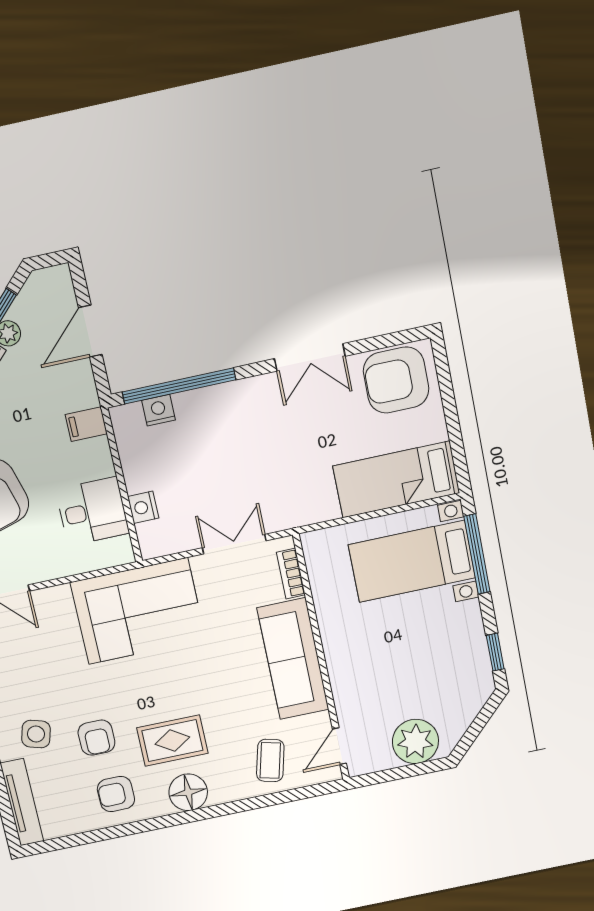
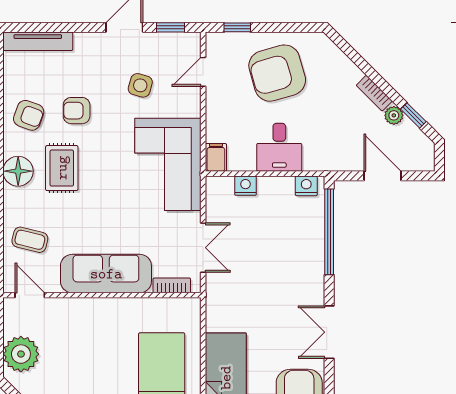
nightstand: (159, 410) -> (306, 186), moved, turned -90
filing cabinet: (86, 424) -> (216, 157), moved
desk: (92, 511) -> (279, 147), moved
side table: (36, 734) -> (140, 85), moved
armchair: (116, 794) -> (29, 115), turned 110

